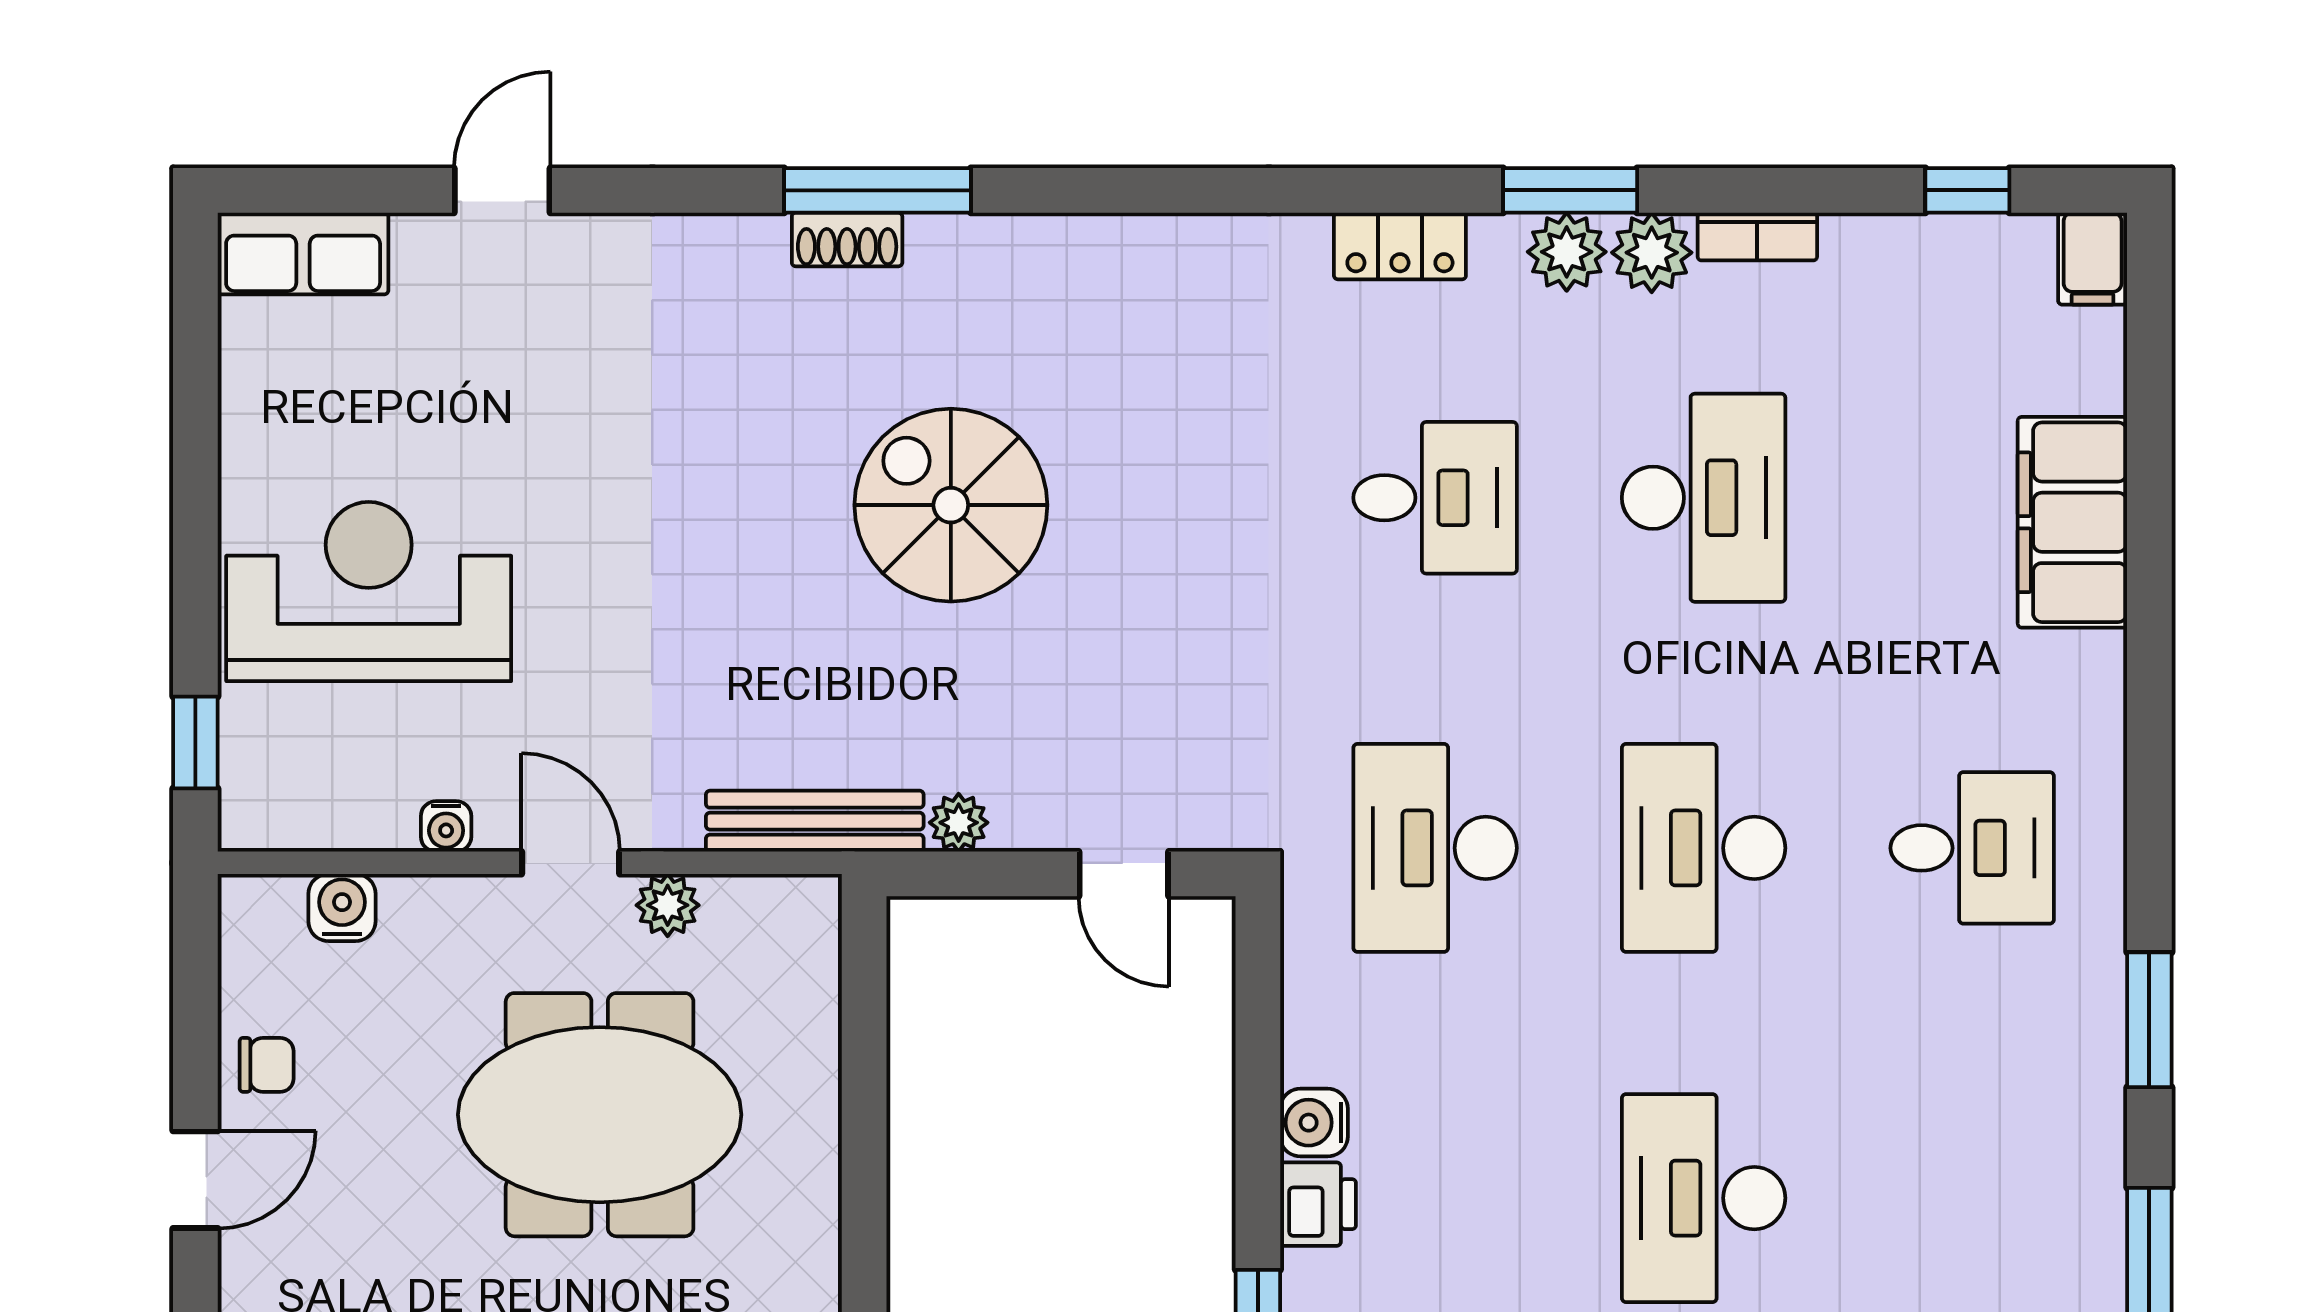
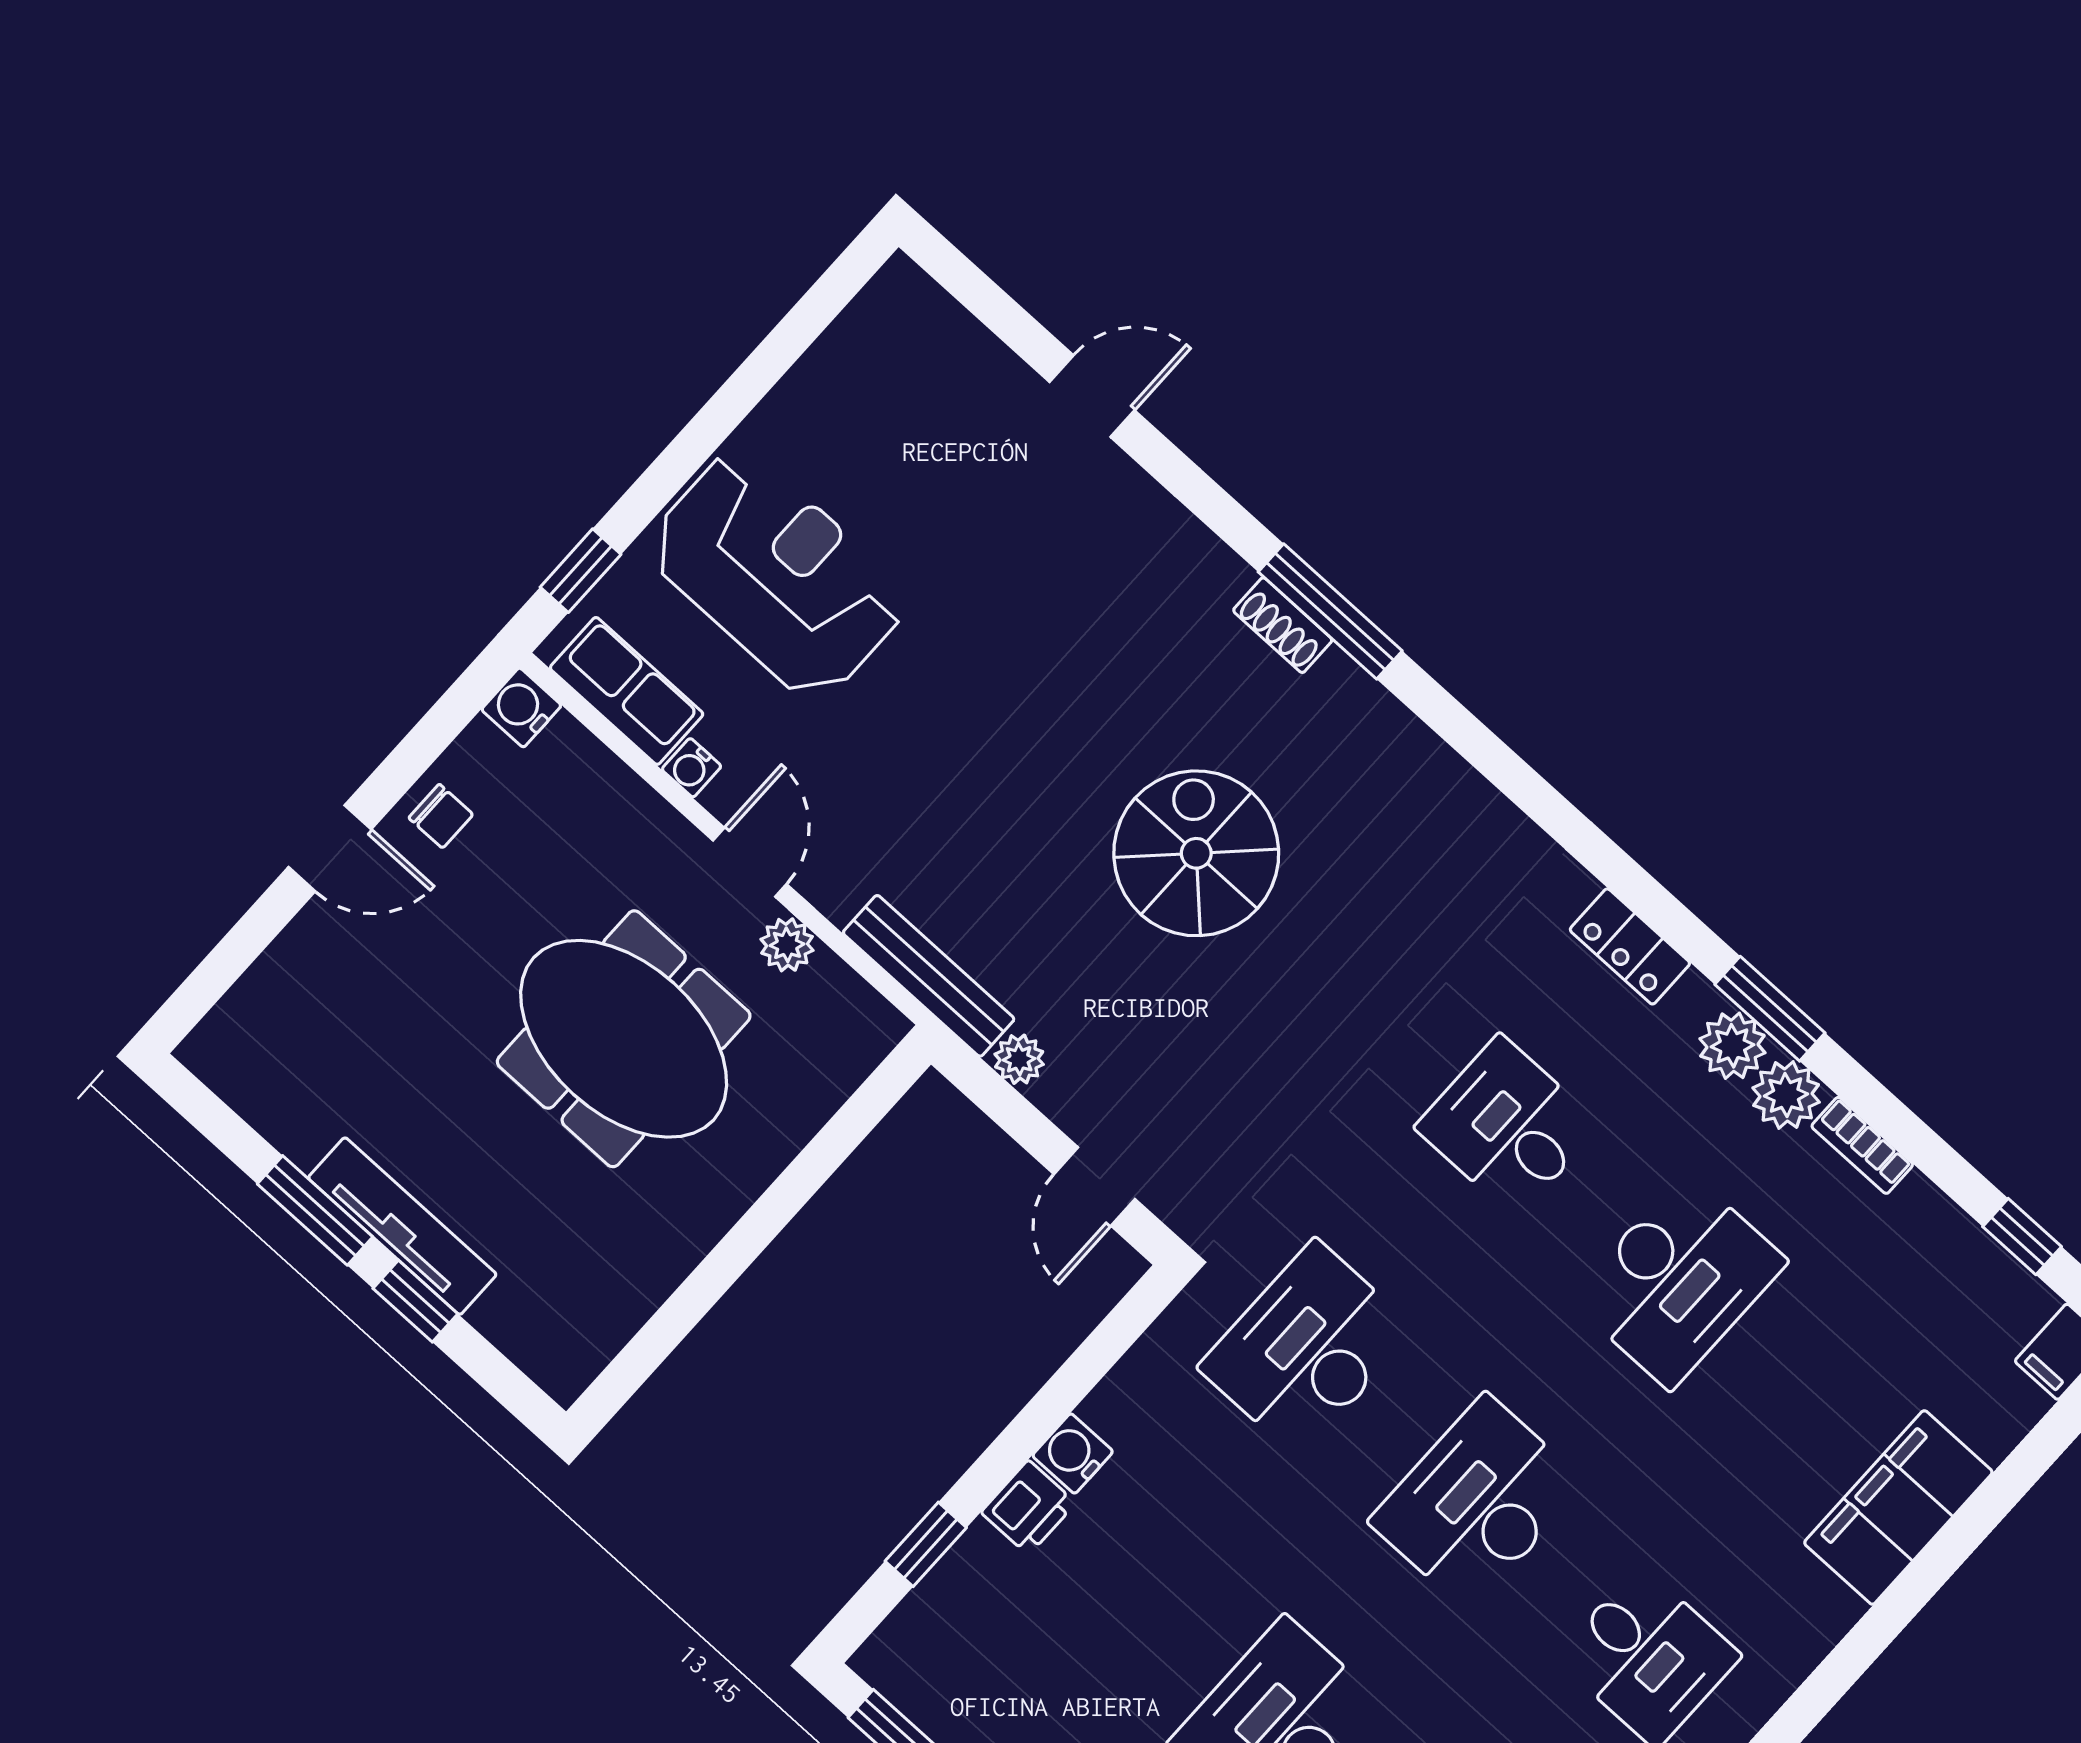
row of seats: (303, 254) -> (627, 691), moved, turned 180
desk: (1435, 498) -> (1508, 1126), turned 180
water cooler: (342, 908) -> (521, 708), moved, turned -90

